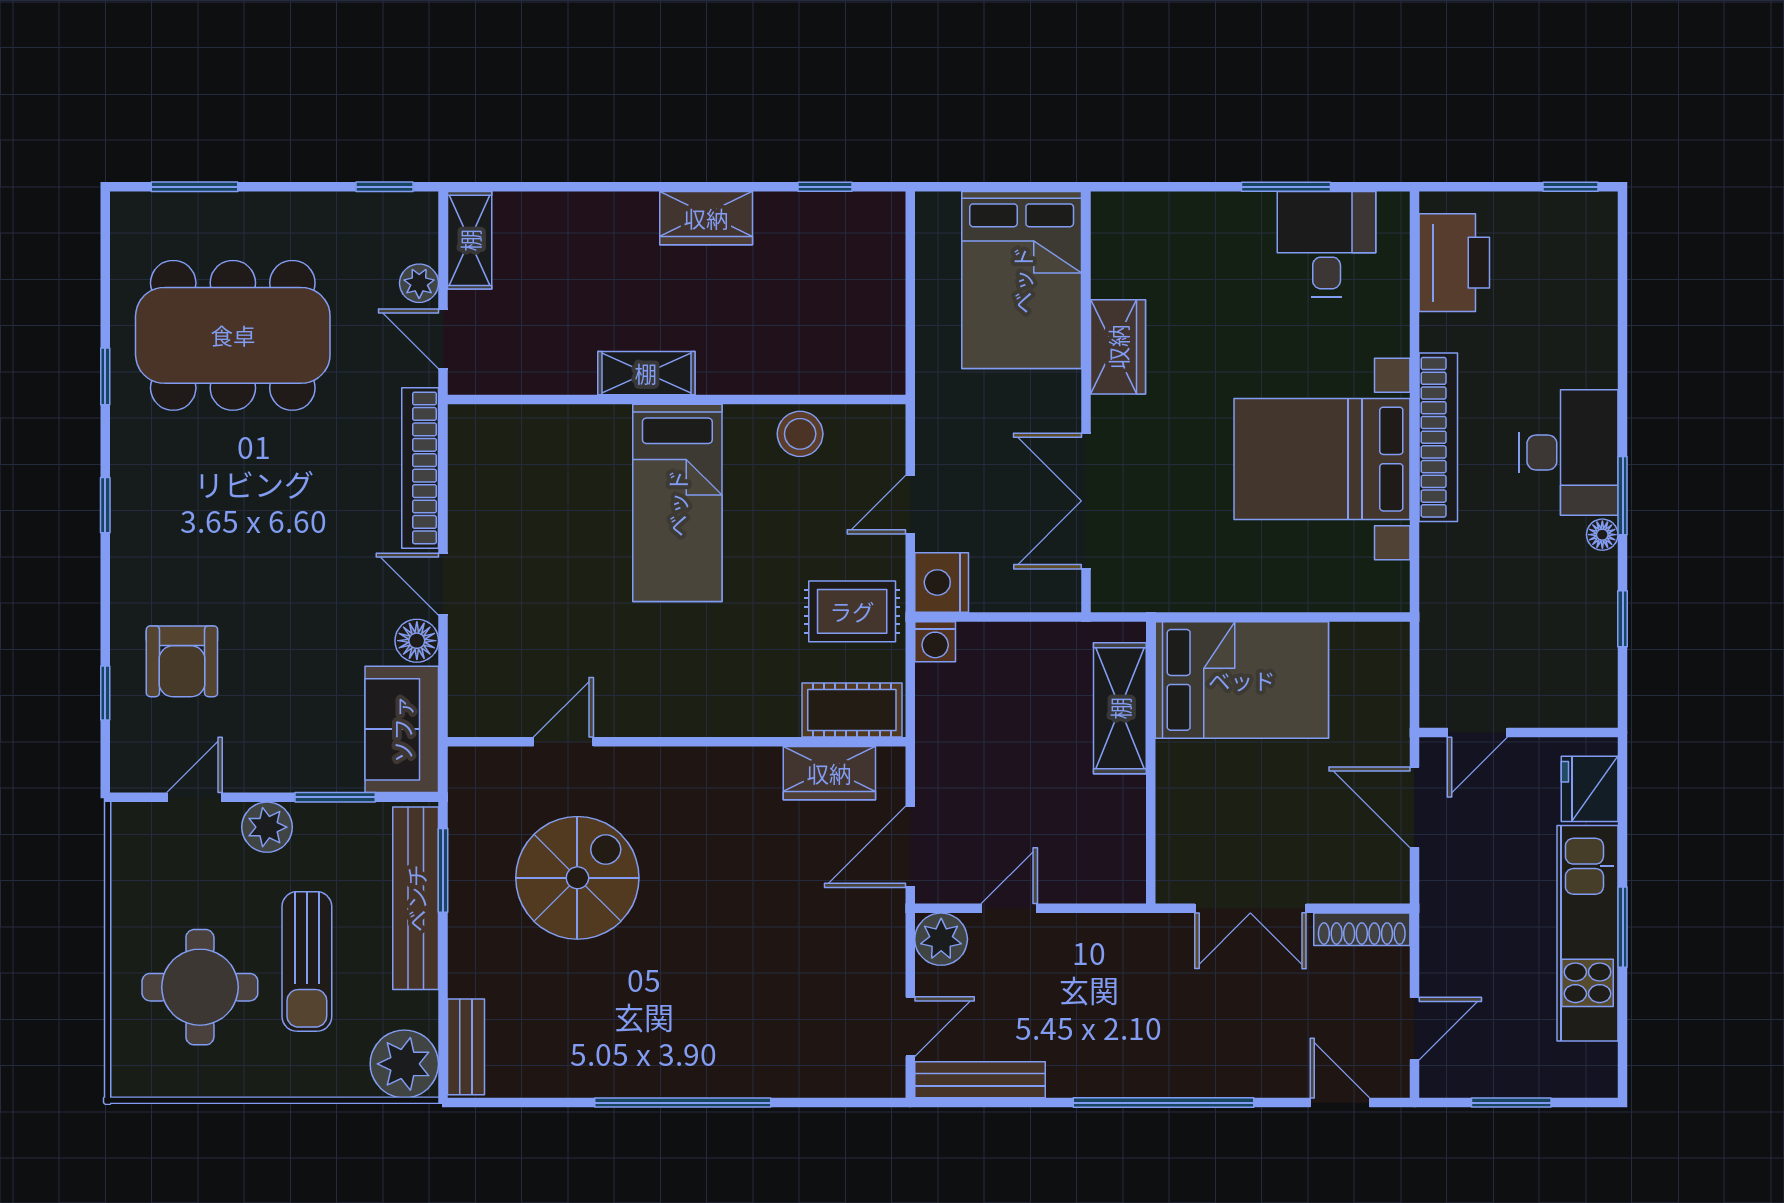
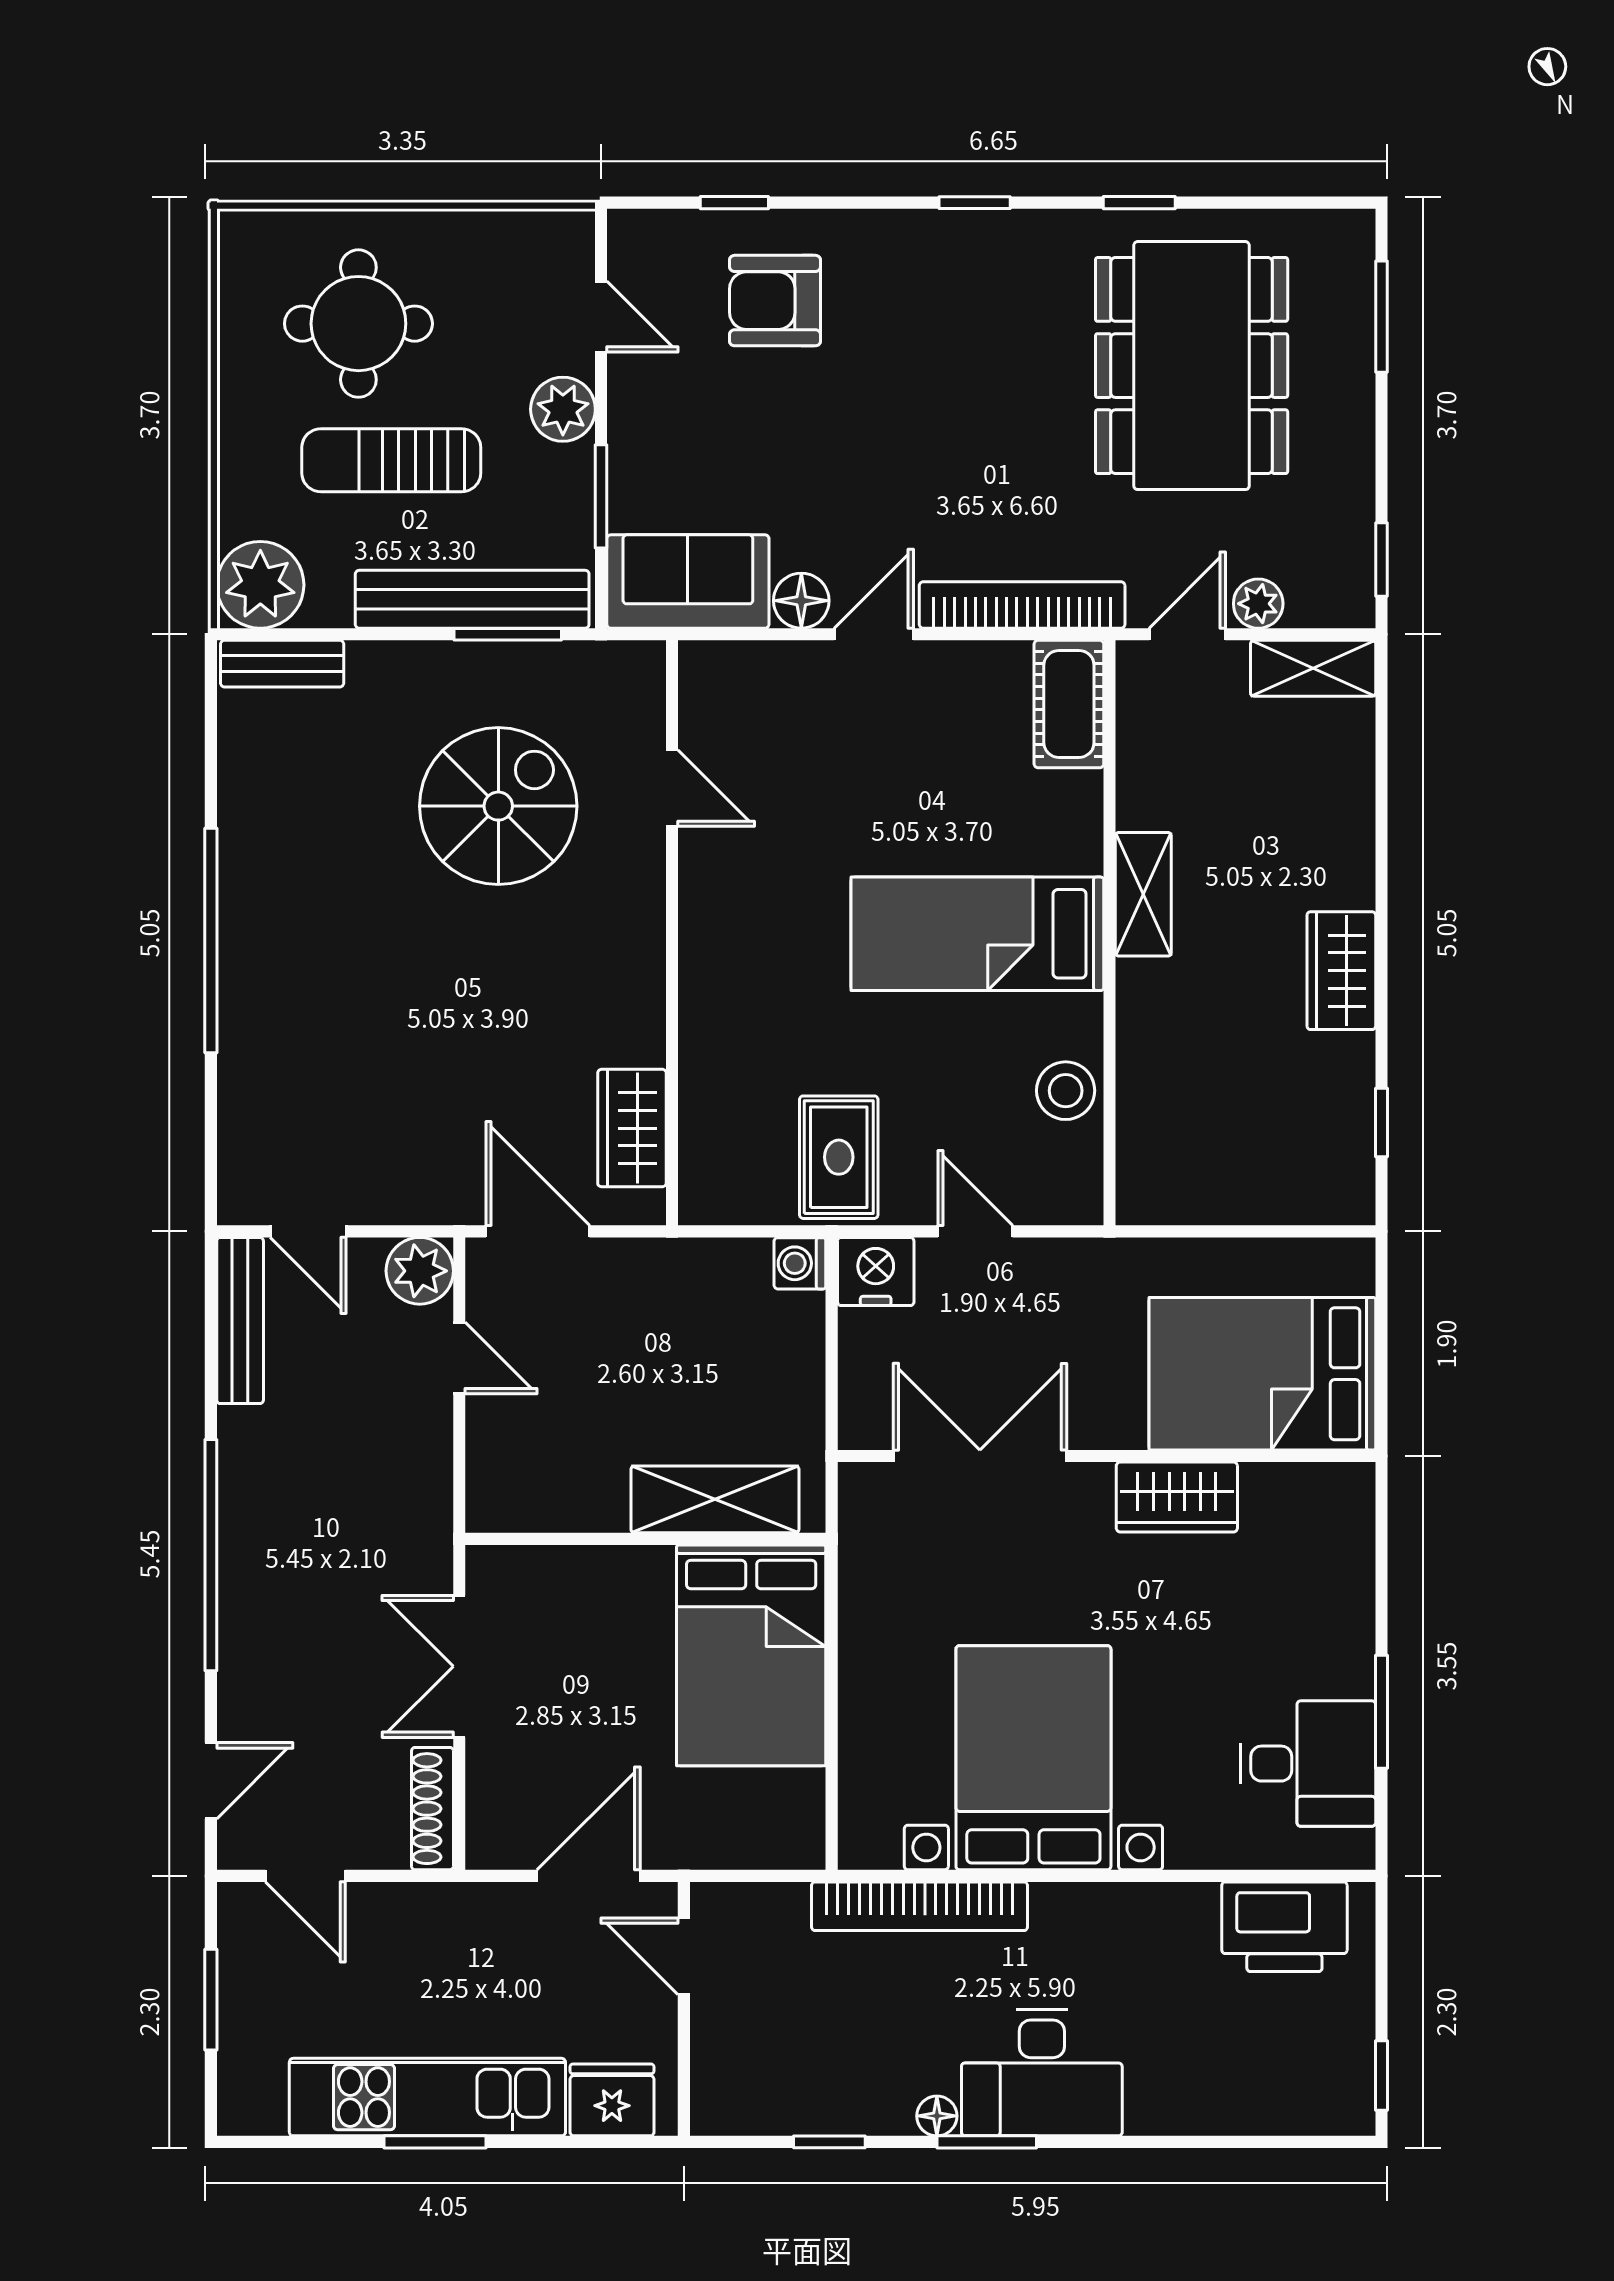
bookcase: (1438, 437) -> (920, 1906), moved
cot: (852, 710) -> (1069, 704), moved
spiral stairs: (577, 878) -> (498, 806), turned -90

